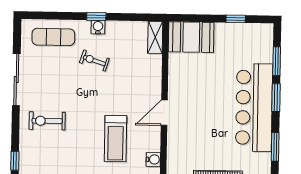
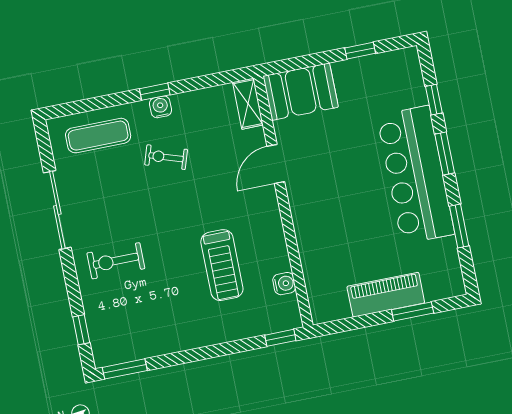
window: (277, 61) -> (434, 100), width x0.67
door: (164, 113) -> (276, 164), moved

